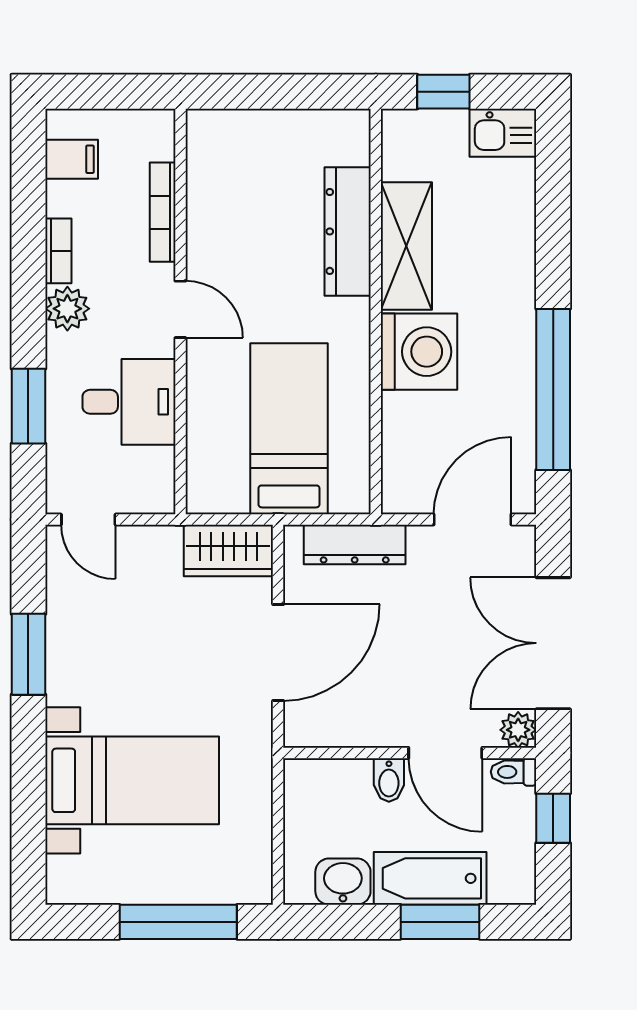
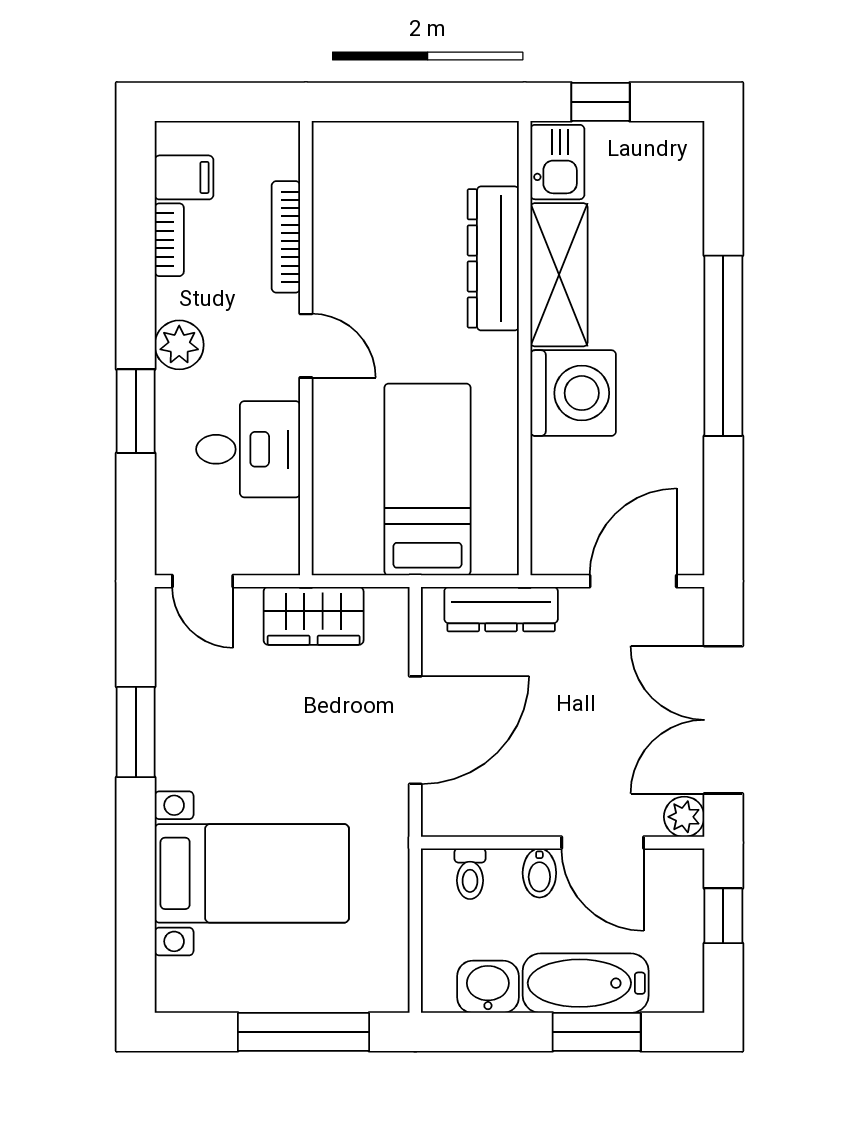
kitchen sink: (503, 133) -> (557, 162), moved, turned -90
bookcase: (58, 251) -> (169, 240), moved
window: (553, 389) -> (723, 346), moved
window: (28, 406) -> (136, 411), moved
wardrobe: (228, 550) -> (314, 616), moved
toilet: (513, 772) -> (470, 874), moved, turned -90

